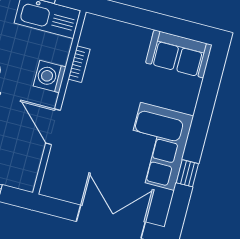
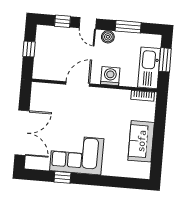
sofa: (179, 54) -> (141, 141), moved
bookcase: (79, 64) -> (143, 96), moved

